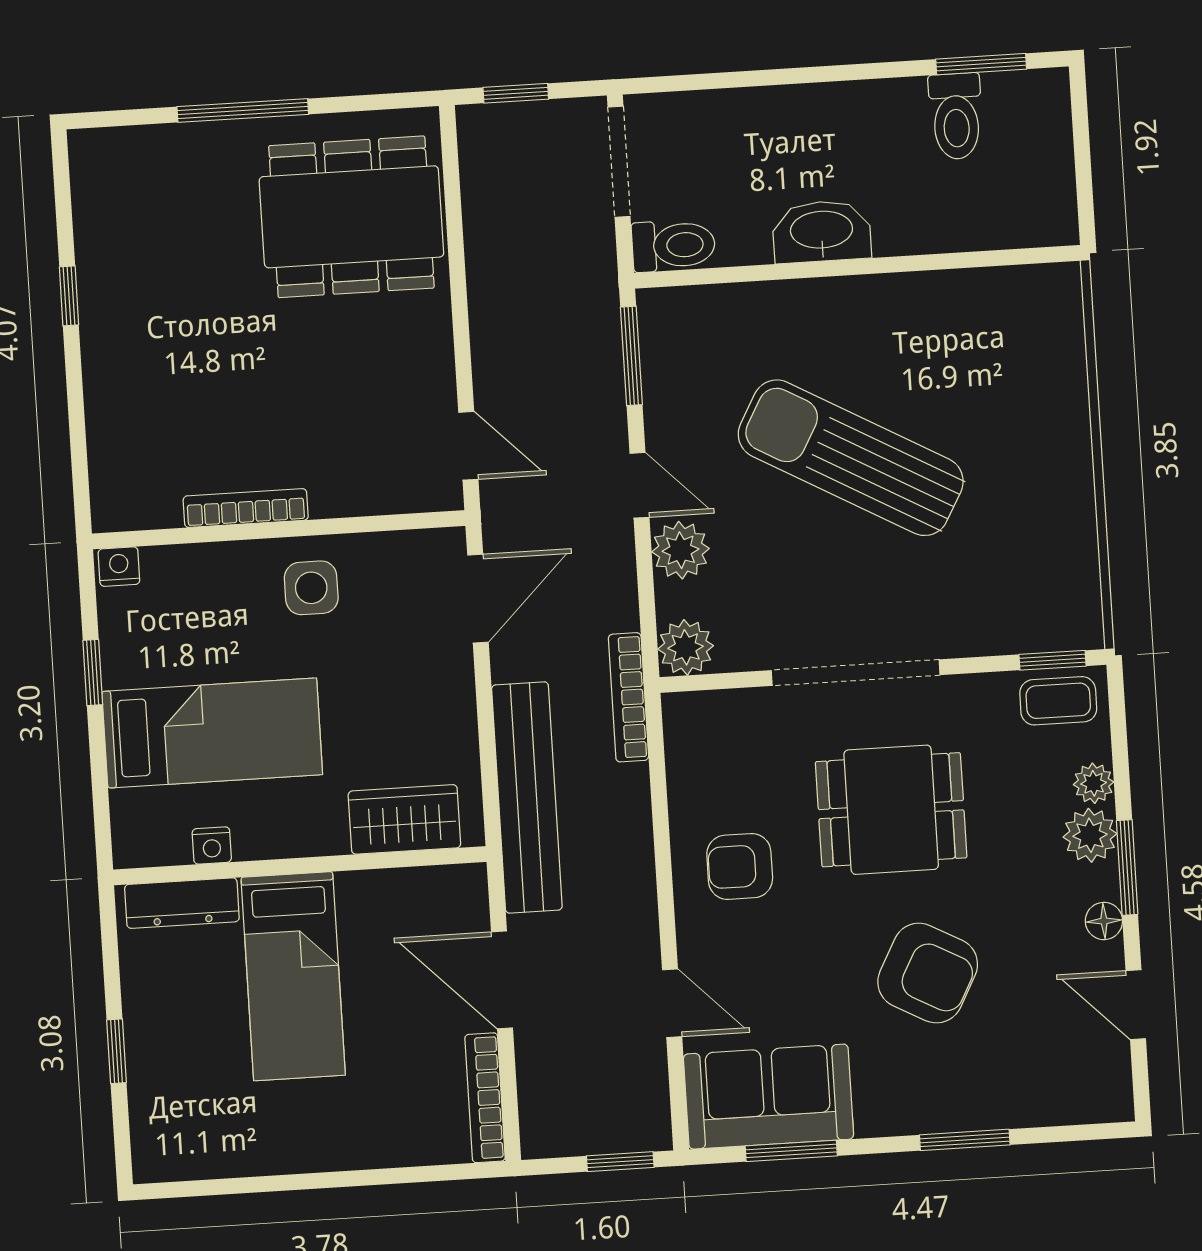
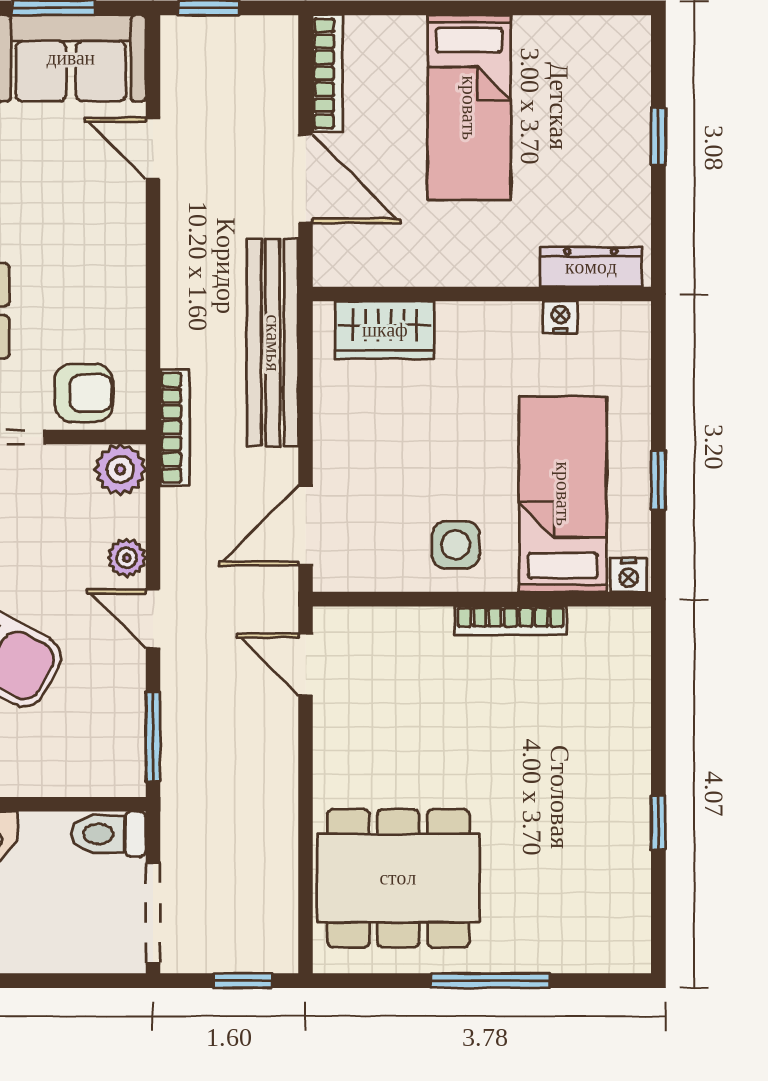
plant: (680, 550) -> (127, 558), width x0.73, depth x0.73
bed: (212, 733) -> (563, 494), moved, turned 90
armchair: (740, 866) -> (84, 393), moved
bed: (293, 976) -> (469, 108), moved, turned 180

